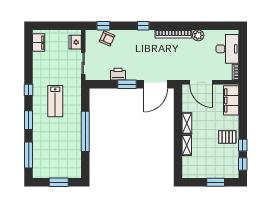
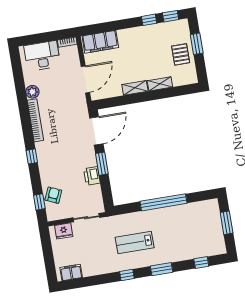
door: (156, 84) -> (96, 131), hinge flipped
lab bench: (55, 101) -> (135, 242), turned 180
pallet: (227, 137) -> (181, 54), moved
window: (29, 155) -> (201, 263), width x0.46

